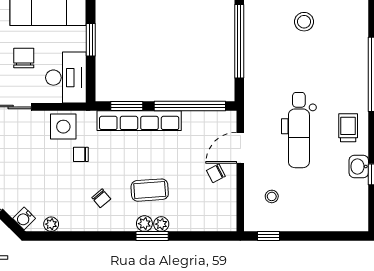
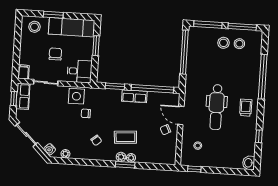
stool: (331, 21) -> (239, 44), added
desk: (66, 78) -> (79, 71), width x0.73
row of seats: (139, 121) -> (134, 96), width x0.50
door: (240, 148) -> (181, 115), hinge flipped
washbasin: (359, 166) -> (249, 163), moved

